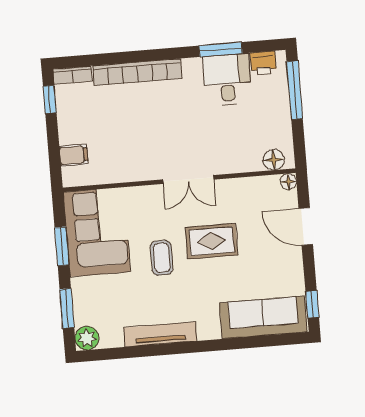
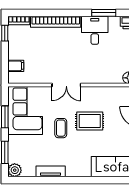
desk: (227, 80) -> (95, 30), moved
double door: (188, 179) -> (66, 85), moved
tv unit: (160, 334) -> (51, 171), width x0.71

